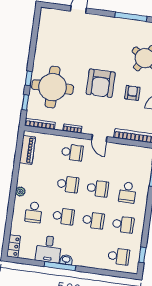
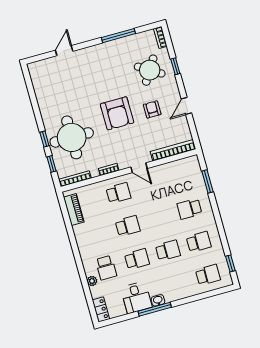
school desk: (98, 188) -> (159, 217), removed
plant: (20, 192) -> (92, 281), moved
school desk: (127, 192) -> (189, 209), turned 90

